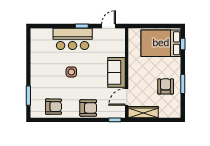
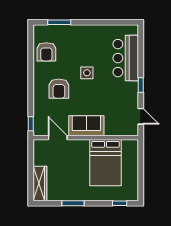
bar counter: (73, 39) -> (126, 58), moved
bed: (161, 43) -> (105, 163), moved, turned 180
armchair: (166, 86) -> (70, 183), removed
armchair: (88, 108) -> (59, 89), moved
wardrobe: (143, 112) -> (40, 183), moved

